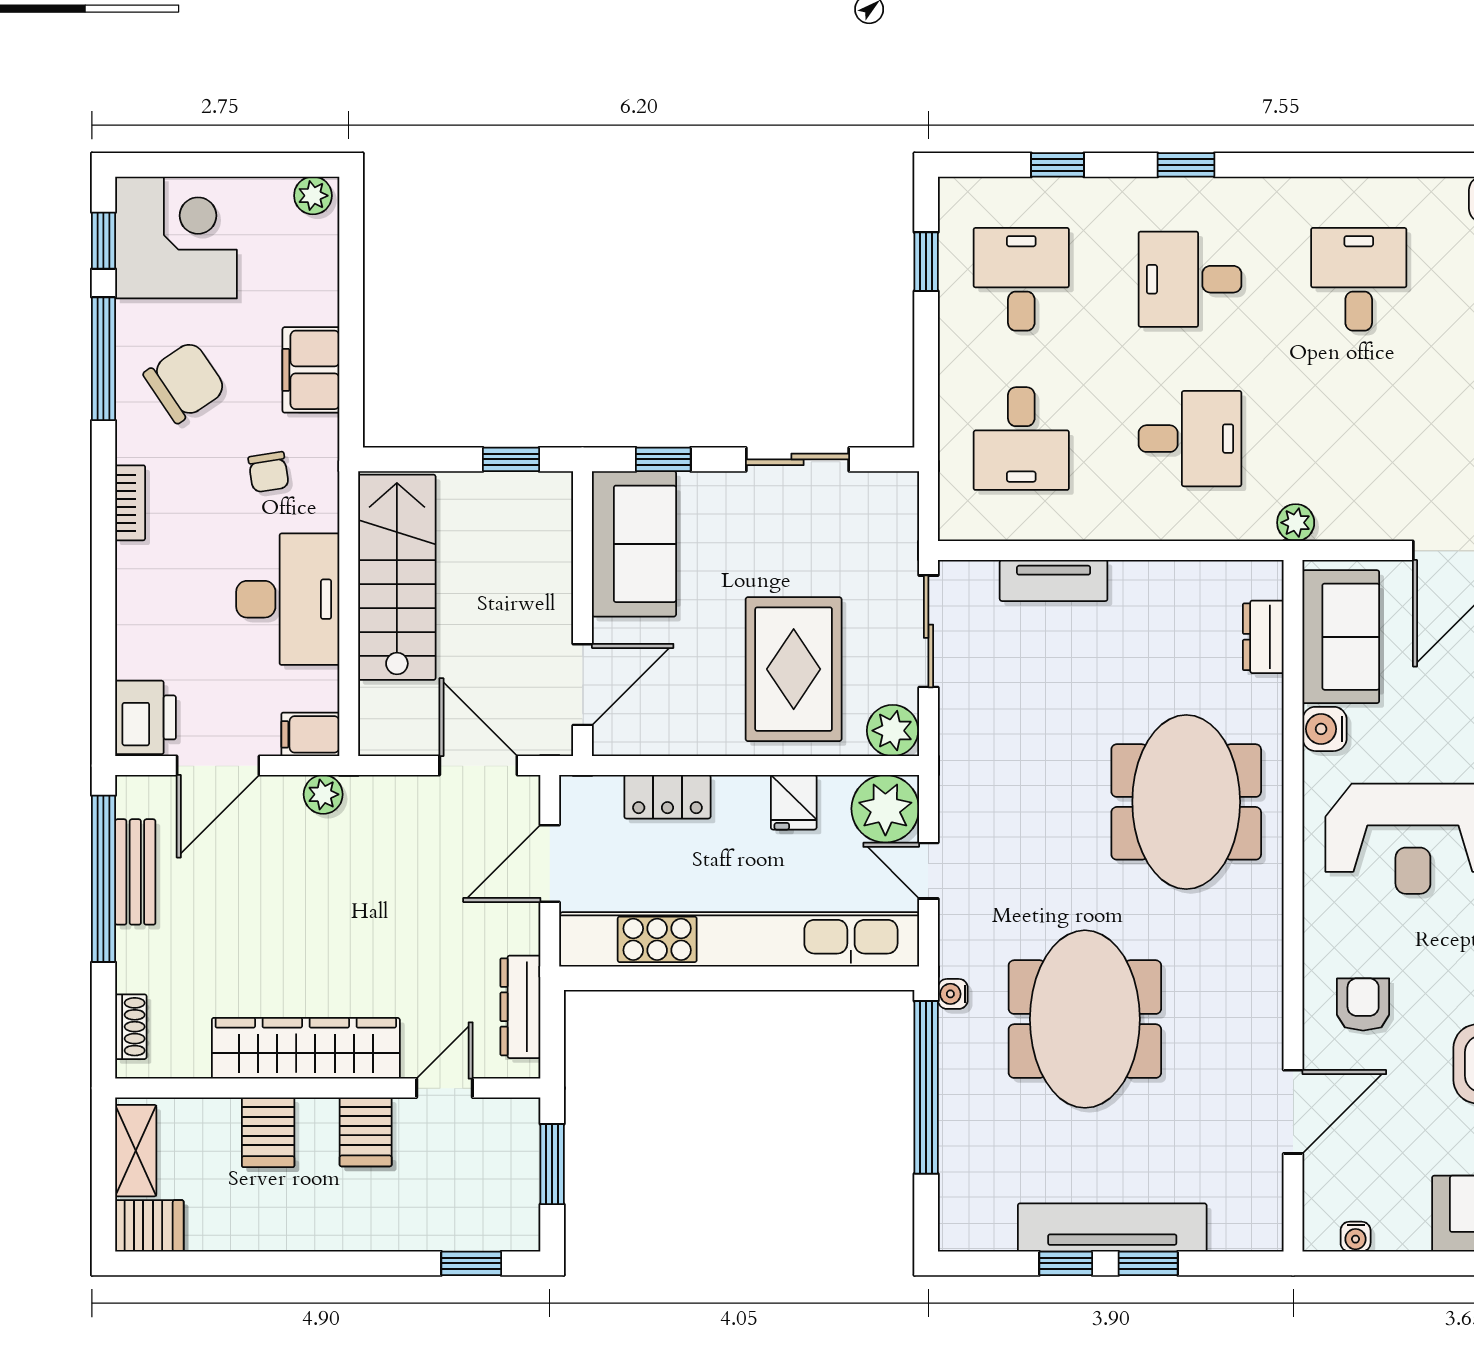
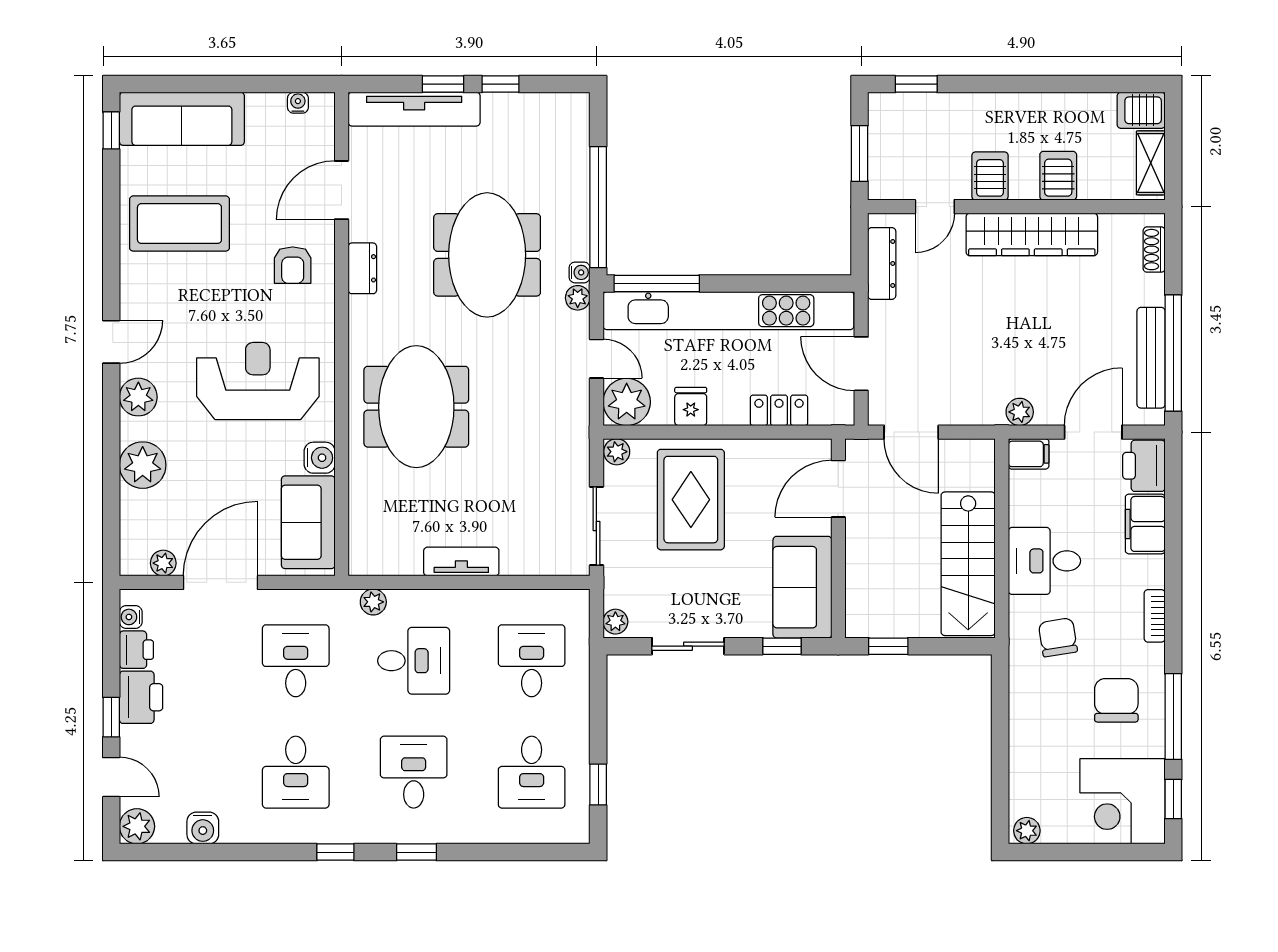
window: (1058, 165) -> (335, 852), moved
desk: (1190, 279) -> (414, 772), turned -90
filing cabinet: (311, 370) -> (1145, 524), moved, turned 180
chair: (185, 382) -> (1116, 700), turned 124
desk: (1190, 439) -> (414, 661), turned 180
desk: (1359, 439) -> (296, 661), added
chair: (268, 472) -> (1058, 637), width x1.37, depth x1.37
plant: (901, 494) -> (615, 622), added
plant: (1296, 523) -> (373, 602), moved
tv unit: (1054, 580) -> (461, 562), moved
desk: (288, 599) -> (1044, 561), width x0.73
dresser: (1263, 637) -> (362, 268), moved
plant: (893, 731) -> (617, 452), width x0.73, depth x0.73
door: (550, 863) -> (861, 364), swing flipped
bench: (135, 872) -> (1151, 358), width x1.36
plant: (955, 958) -> (578, 298), added
window: (842, 978) -> (657, 283), added
tv unit: (1112, 1228) -> (414, 109), moved

